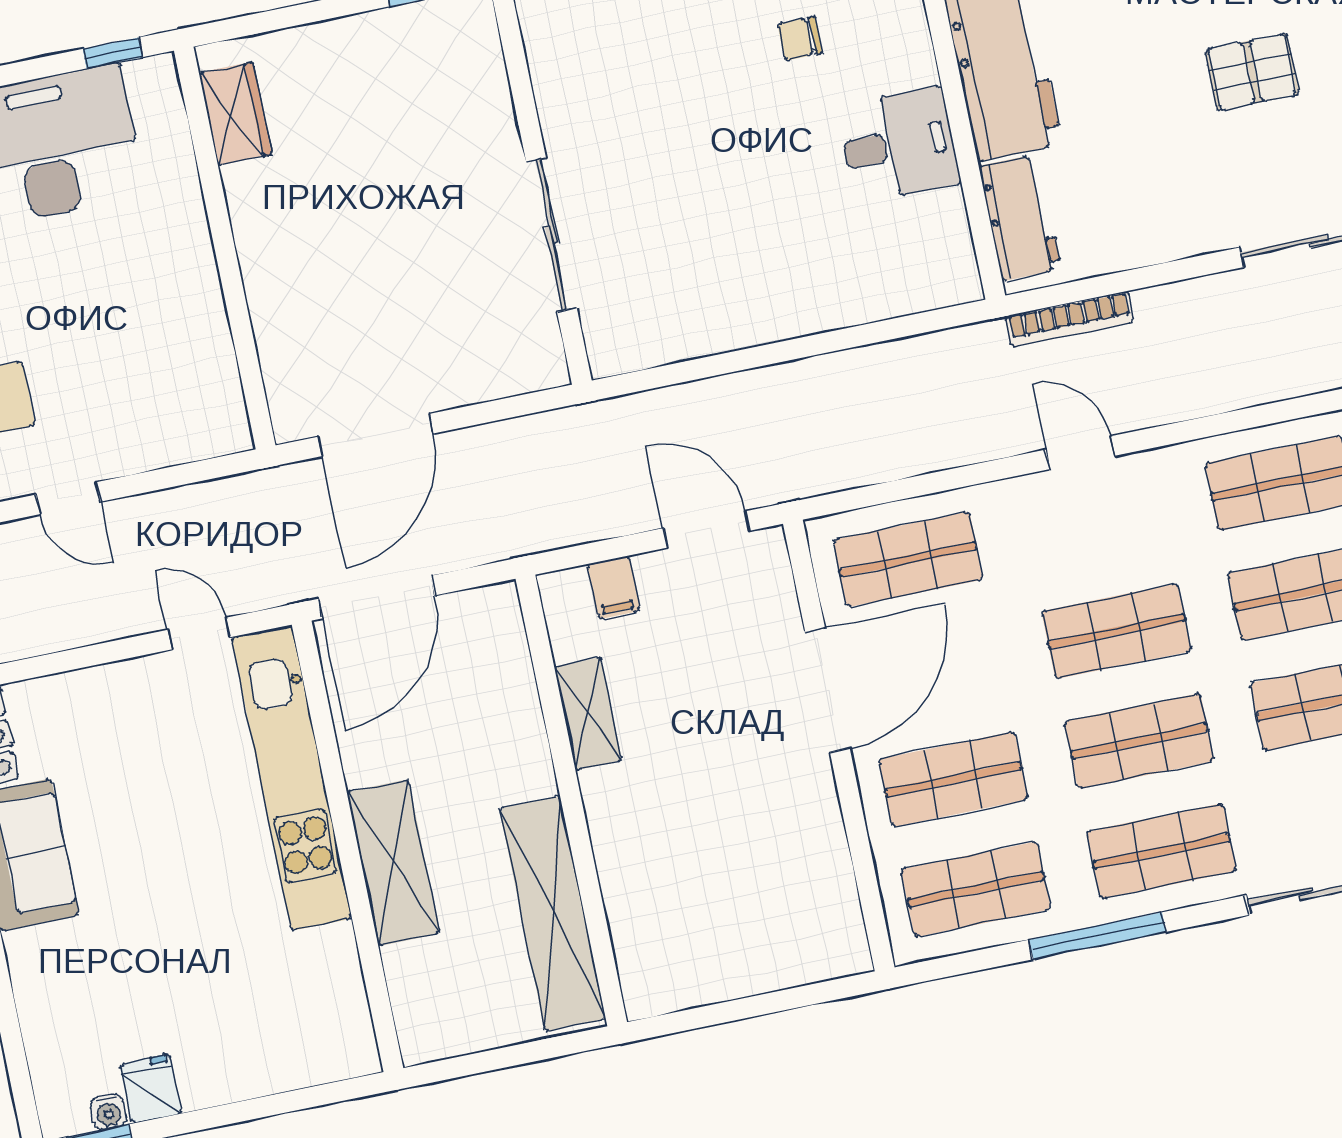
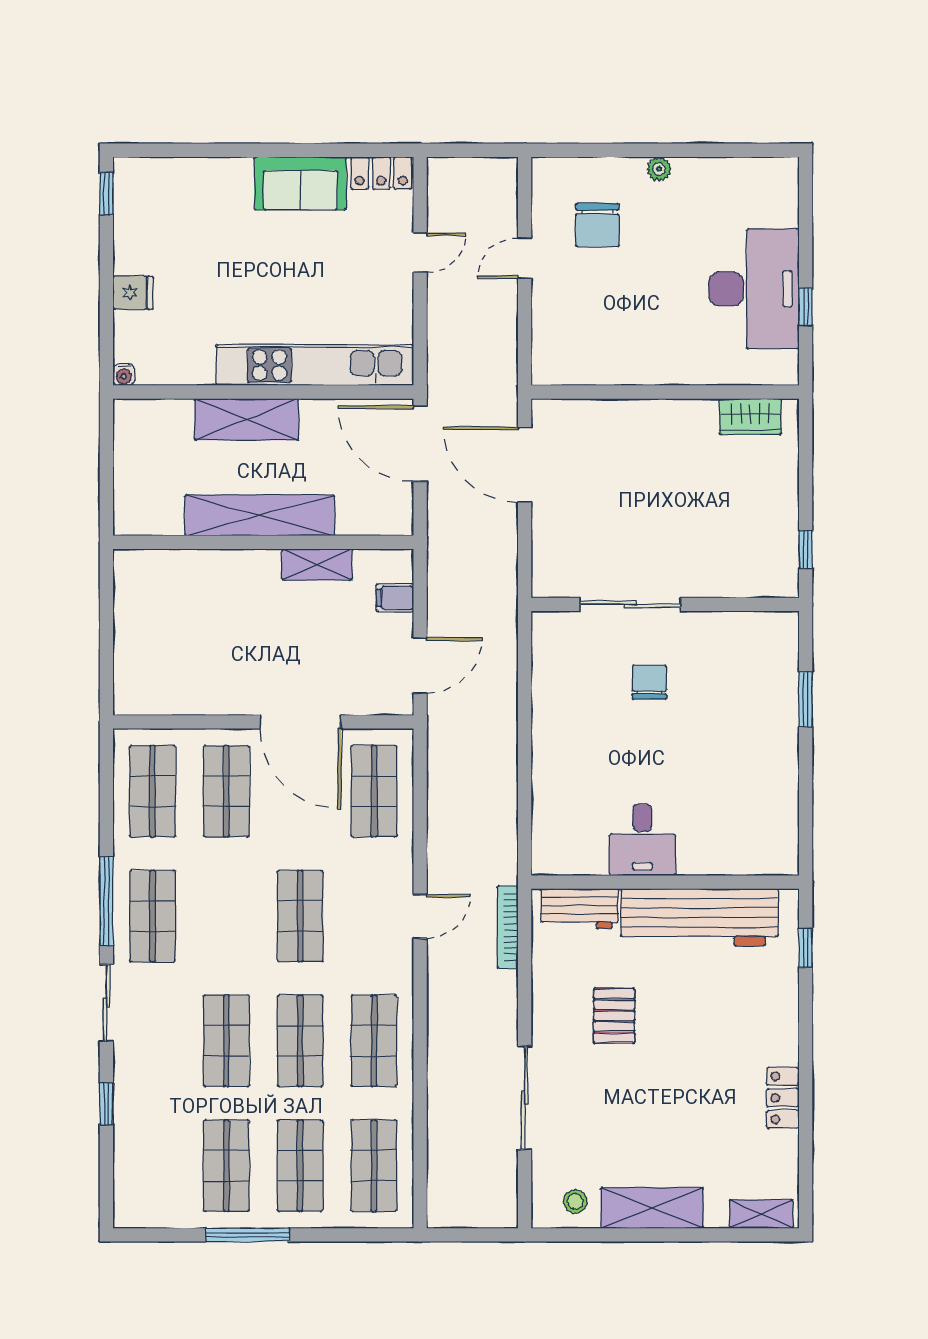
chair: (800, 38) -> (649, 682), moved, width x1.37, depth x1.37
window: (113, 53) -> (806, 307), moved
pallet: (1252, 72) -> (614, 1016), moved
door: (199, 634) -> (420, 253), moved
shop shelf: (1139, 741) -> (226, 916), removed
shelving: (553, 914) -> (260, 515), moved
window: (1098, 936) -> (106, 902), moved
fridge: (151, 1089) -> (133, 293), moved
water cooler: (108, 1112) -> (124, 375), moved, turned -90

